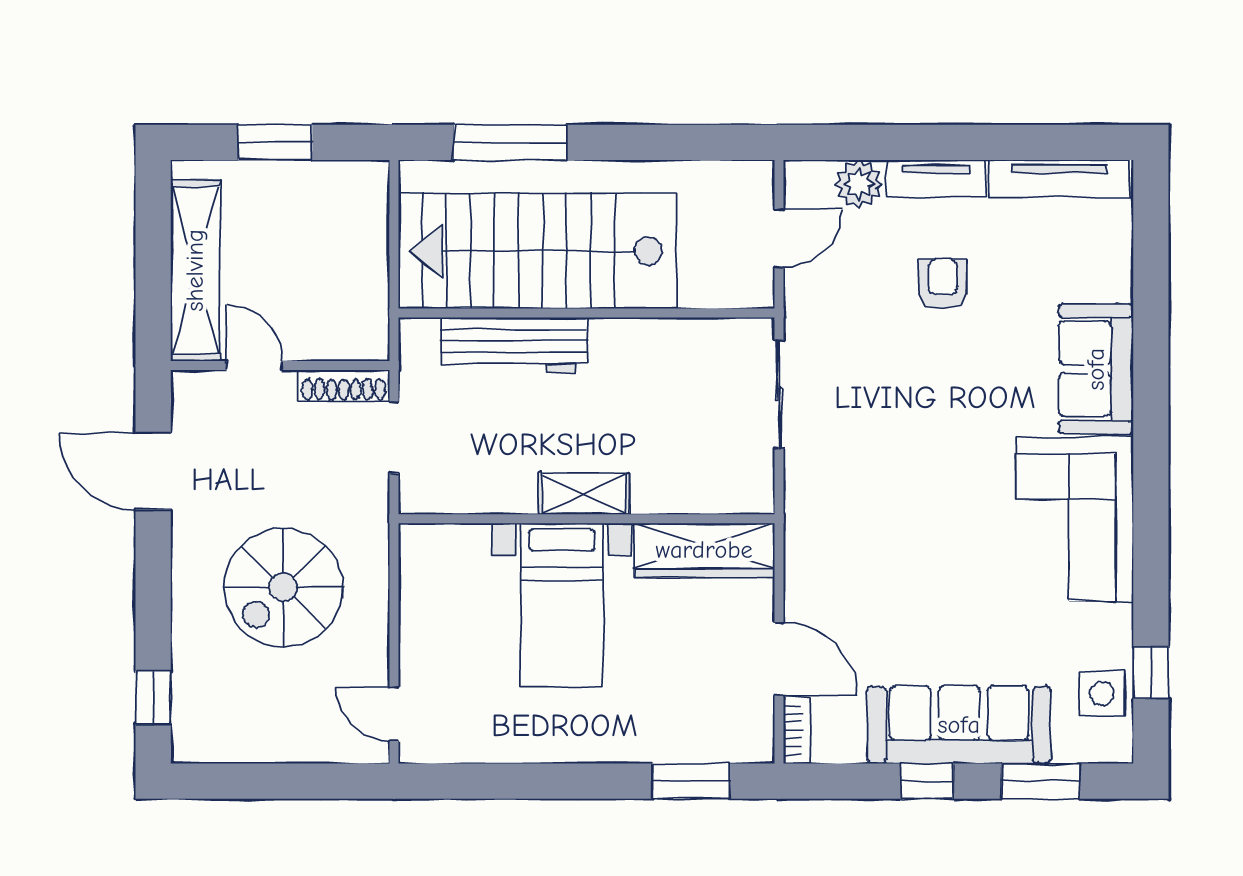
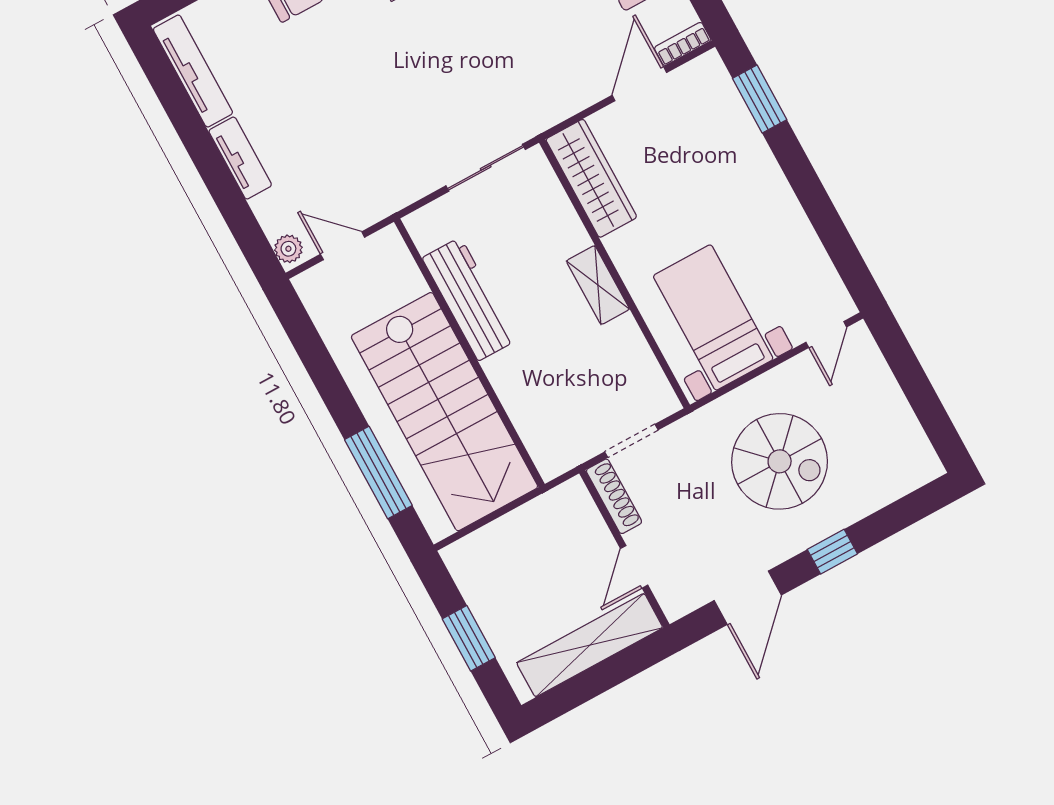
plant: (859, 184) -> (288, 249), moved, width x0.73, depth x0.73
armchair: (943, 284) -> (312, 112), removed
workbench: (514, 345) -> (469, 299), moved
sliding door: (779, 394) -> (486, 168), moved
bed with nightstands: (562, 605) -> (713, 317), moved, turned -90
window: (153, 697) -> (832, 552), moved

